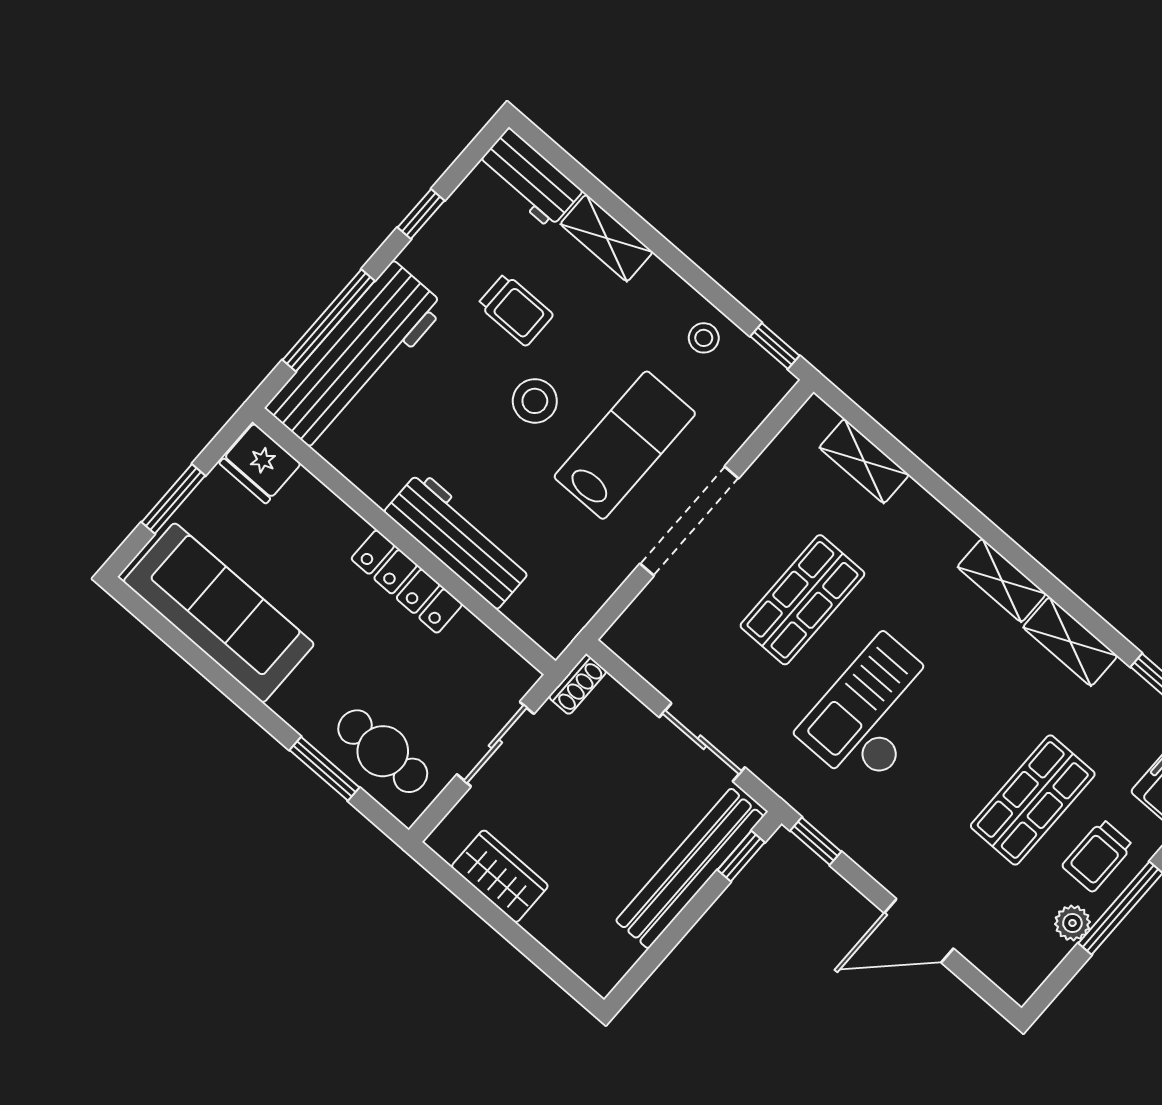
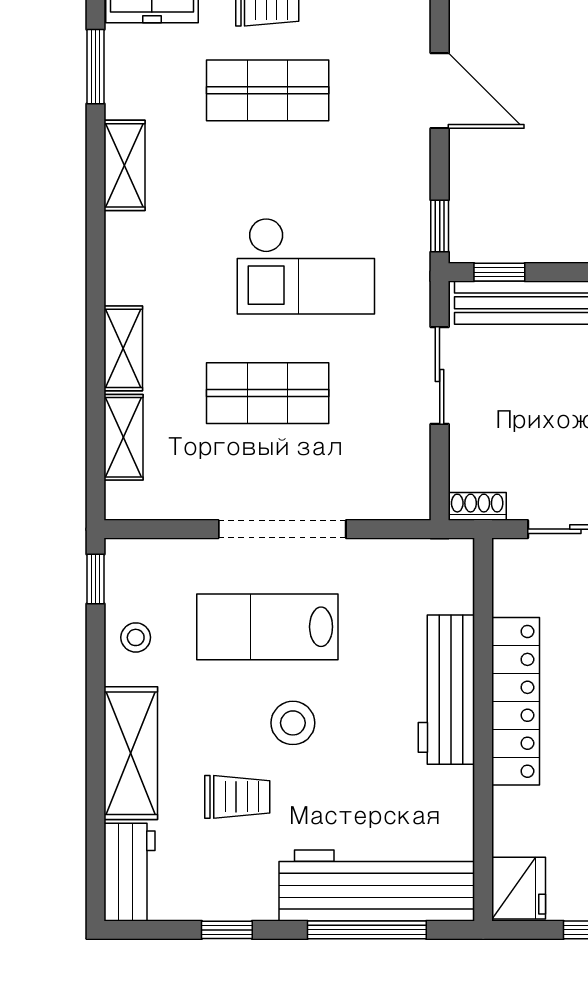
shelving: (607, 238) -> (131, 753), width x1.50, depth x1.33
trolley: (515, 310) -> (237, 797), turned 90
shelving: (1002, 580) -> (123, 348), moved
locker: (407, 582) -> (516, 701), width x1.41, depth x1.21

